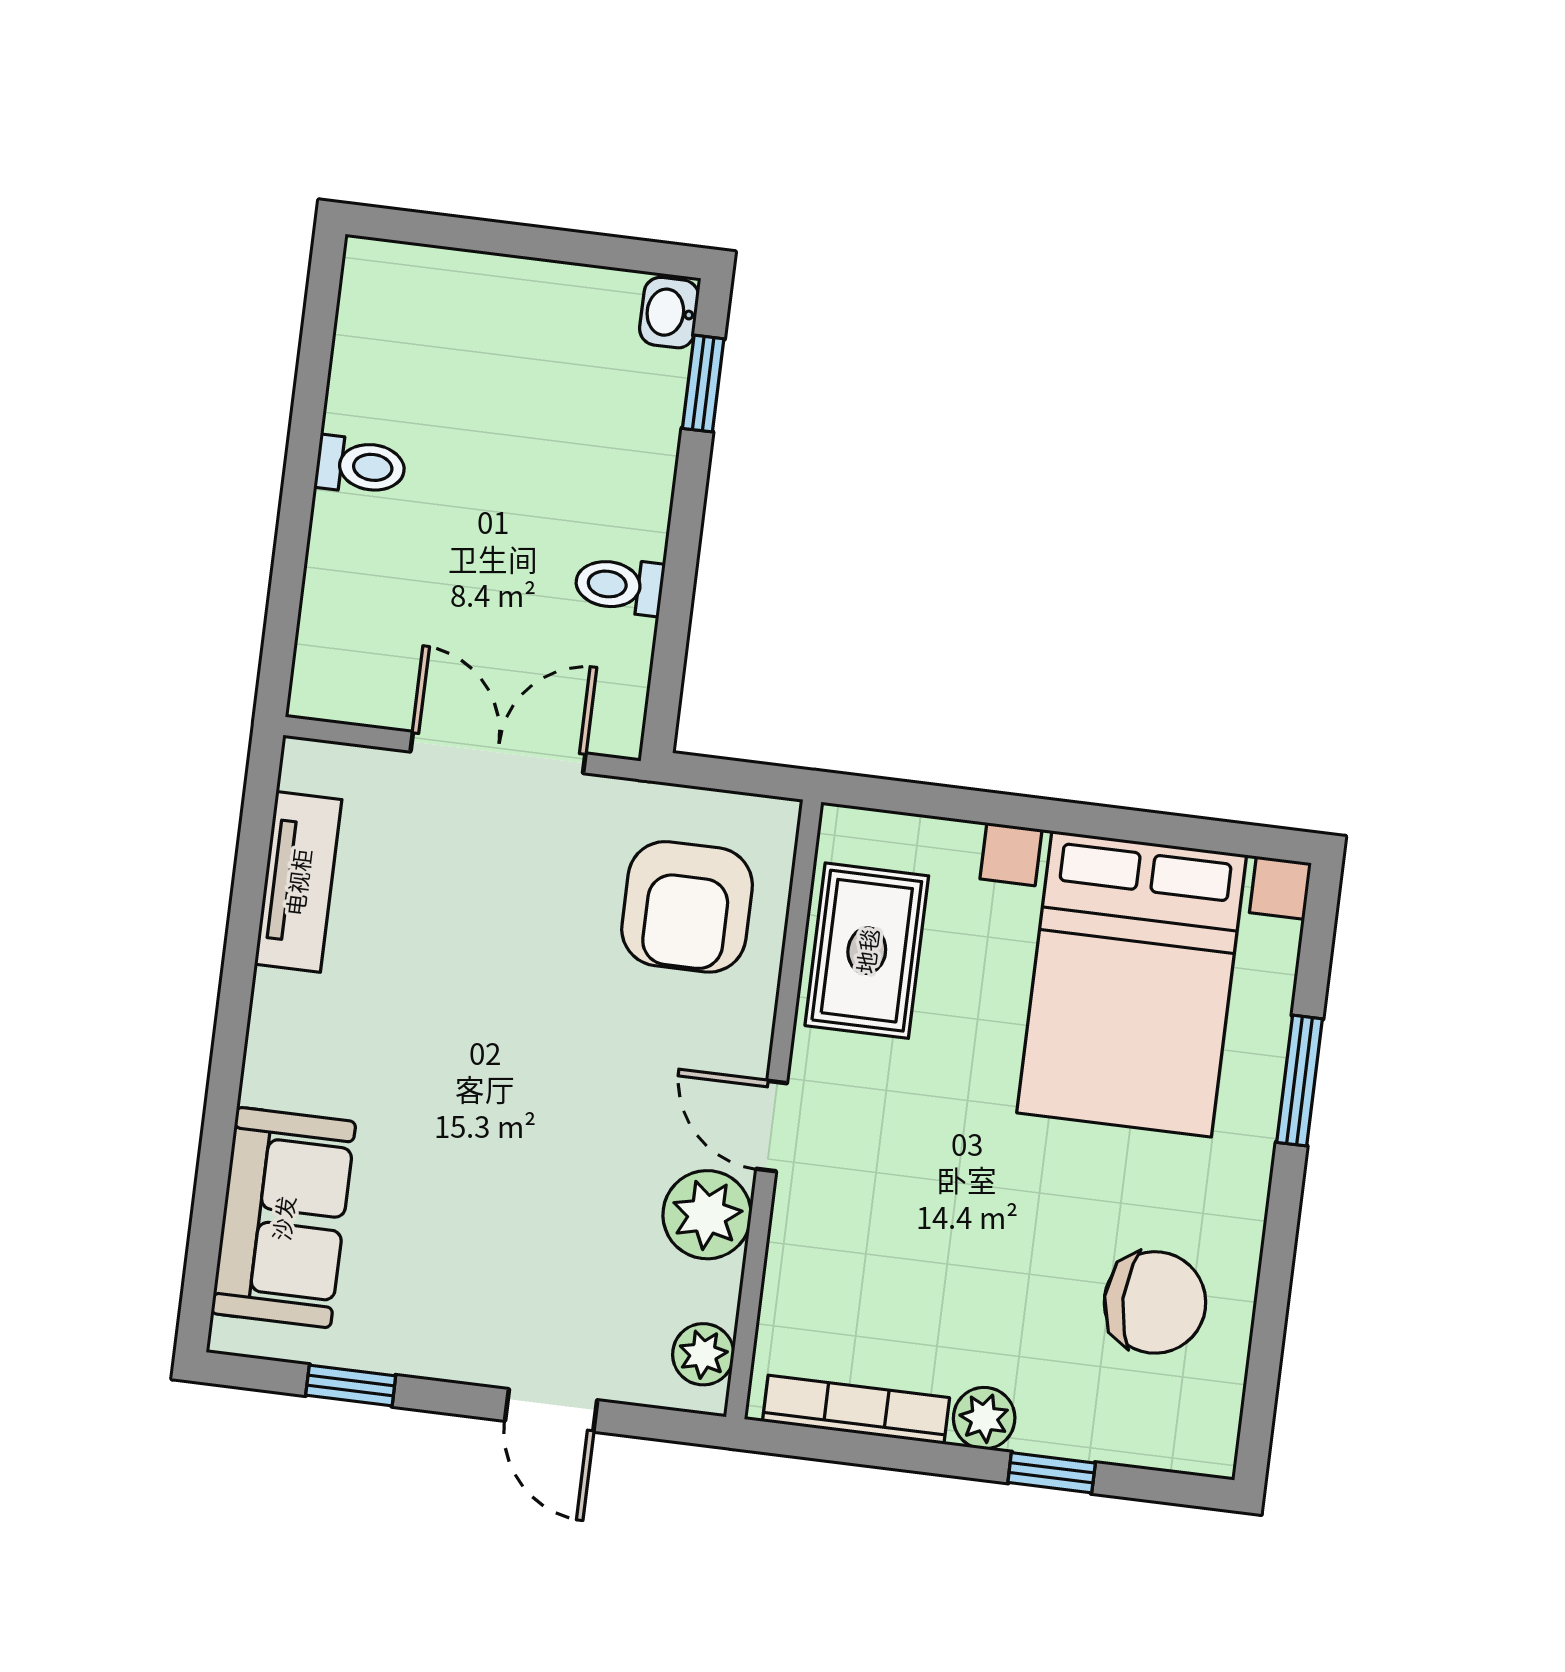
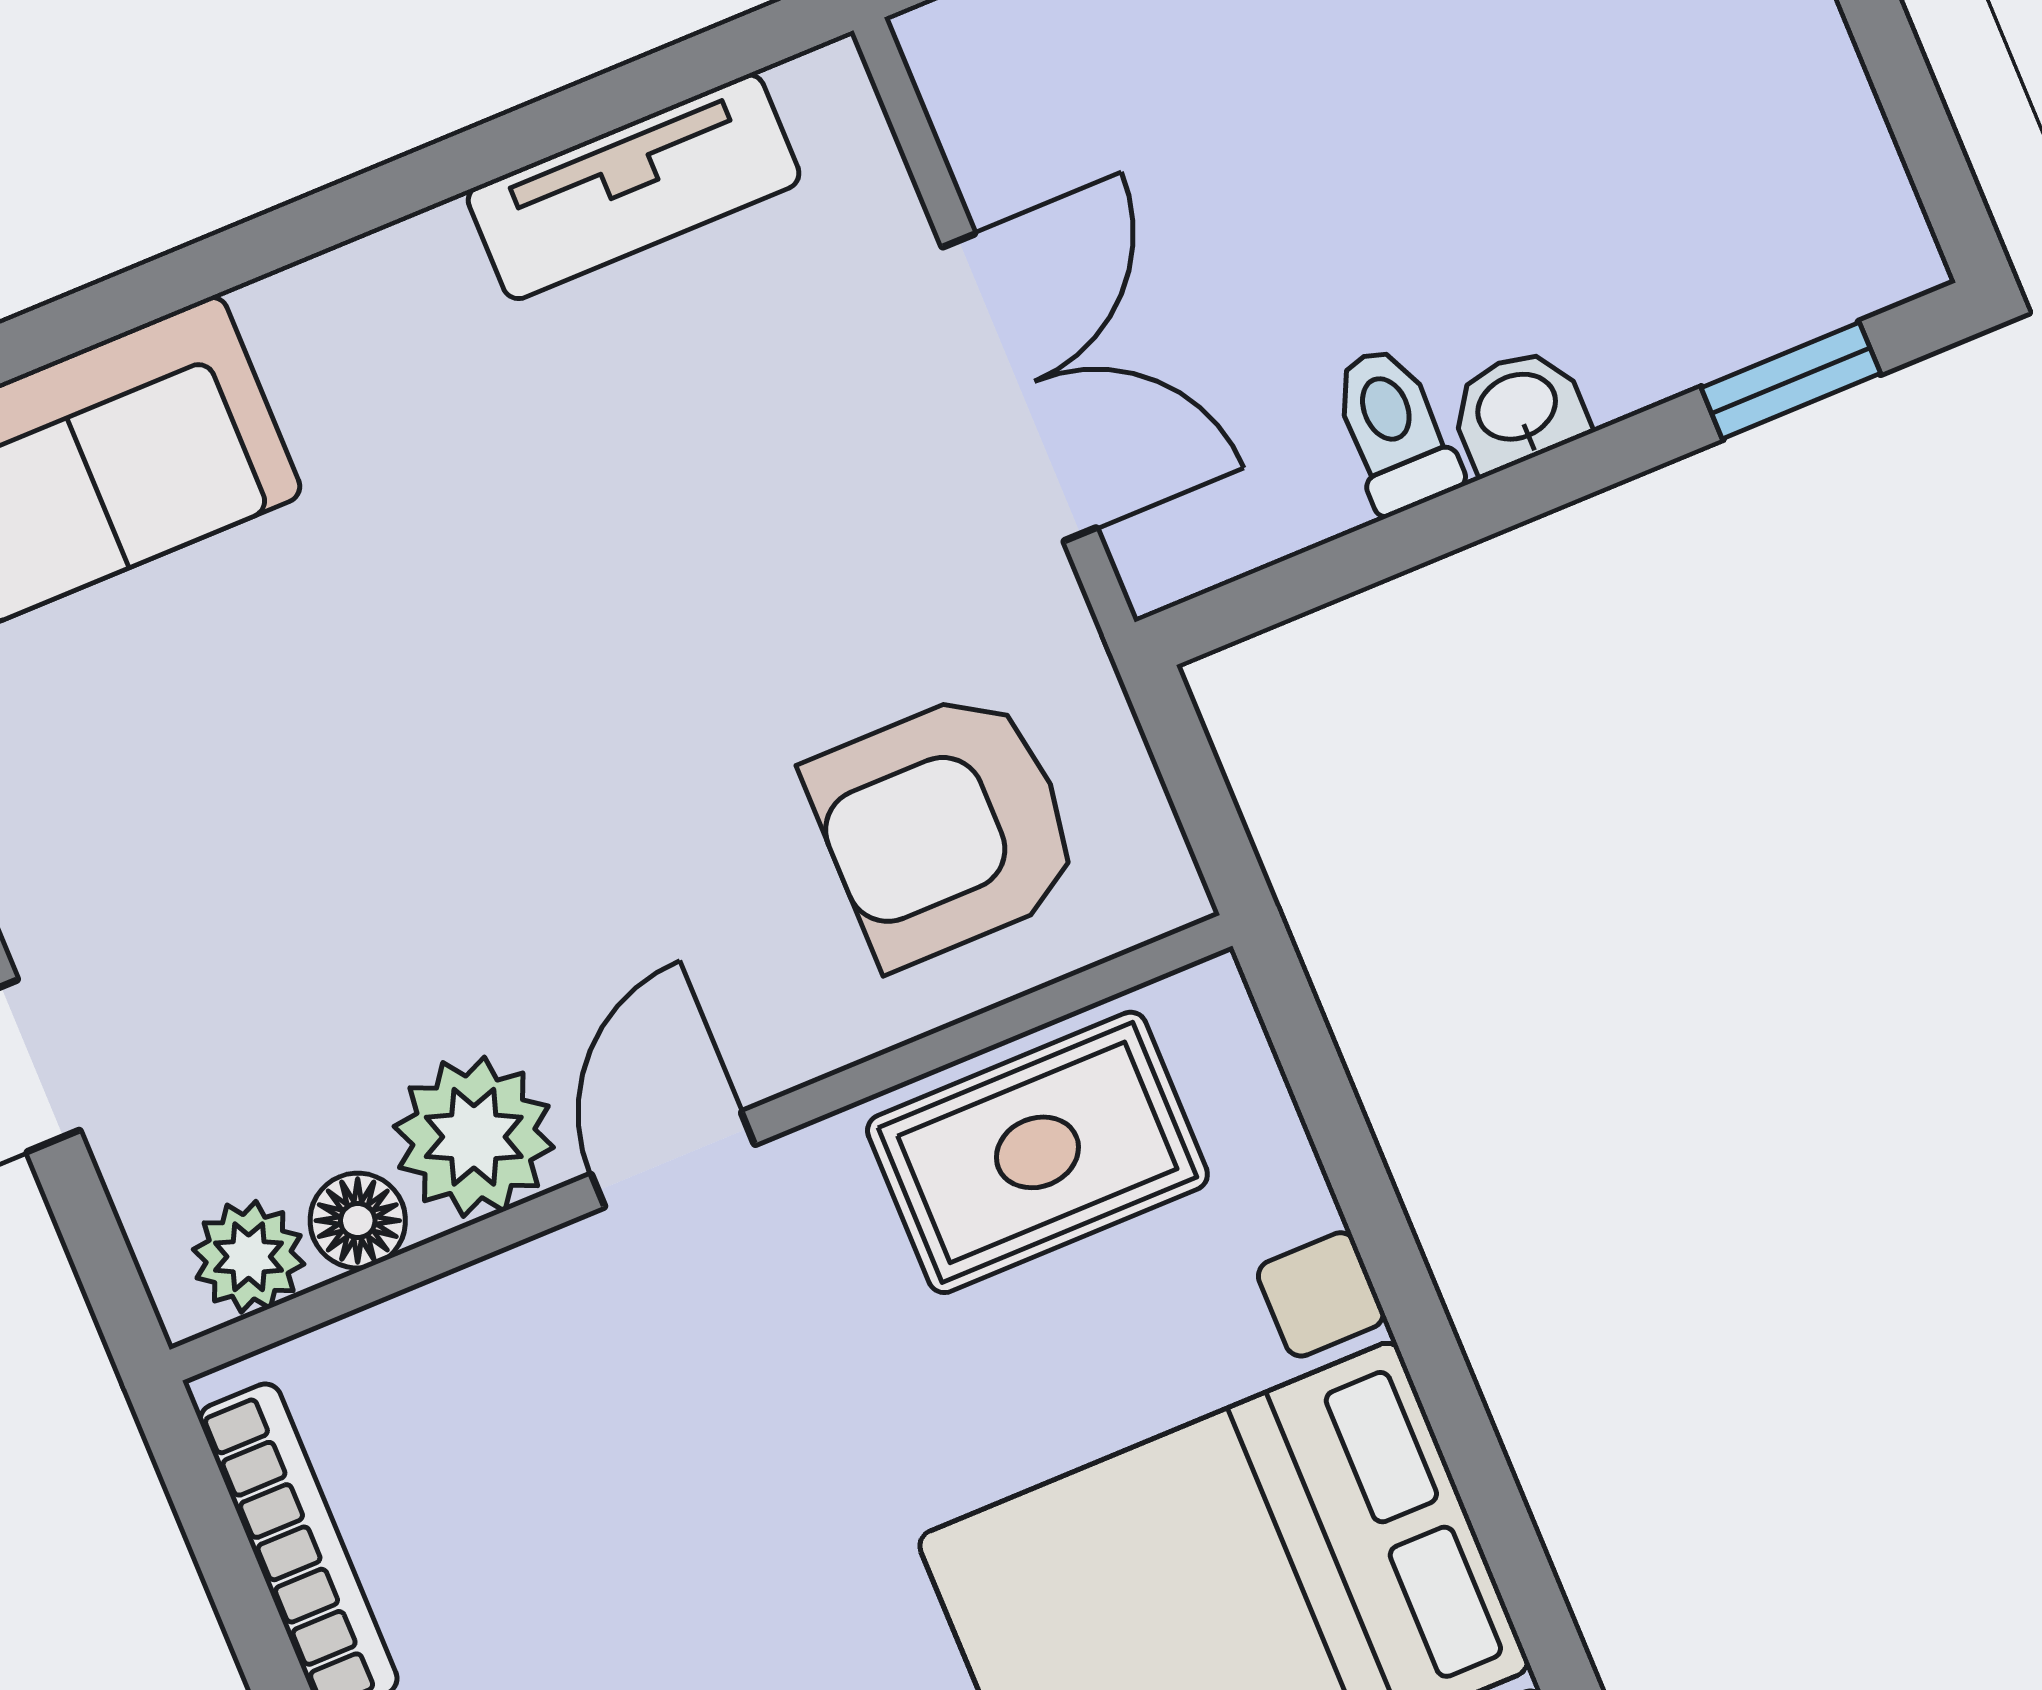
washbasin: (669, 313) -> (1518, 409), moved
floor lamp: (716, 1293) -> (358, 1221), added

